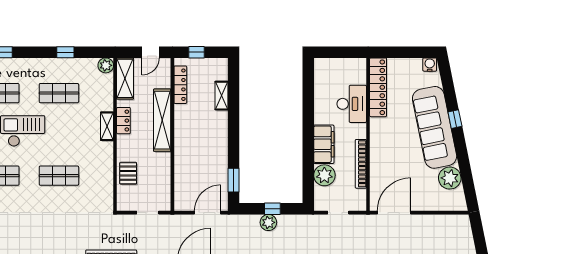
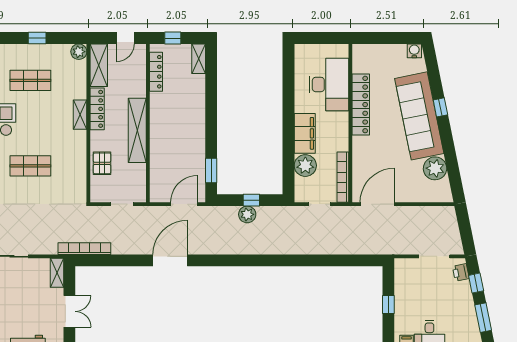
locker: (378, 87) -> (361, 105), moved
shelving: (222, 96) -> (199, 59), moved
desk: (352, 104) -> (329, 84), width x1.36, depth x1.30
shelving: (162, 120) -> (137, 130), moved
locker: (123, 121) -> (97, 109), width x1.53
bookcase: (361, 164) -> (343, 177), moved

